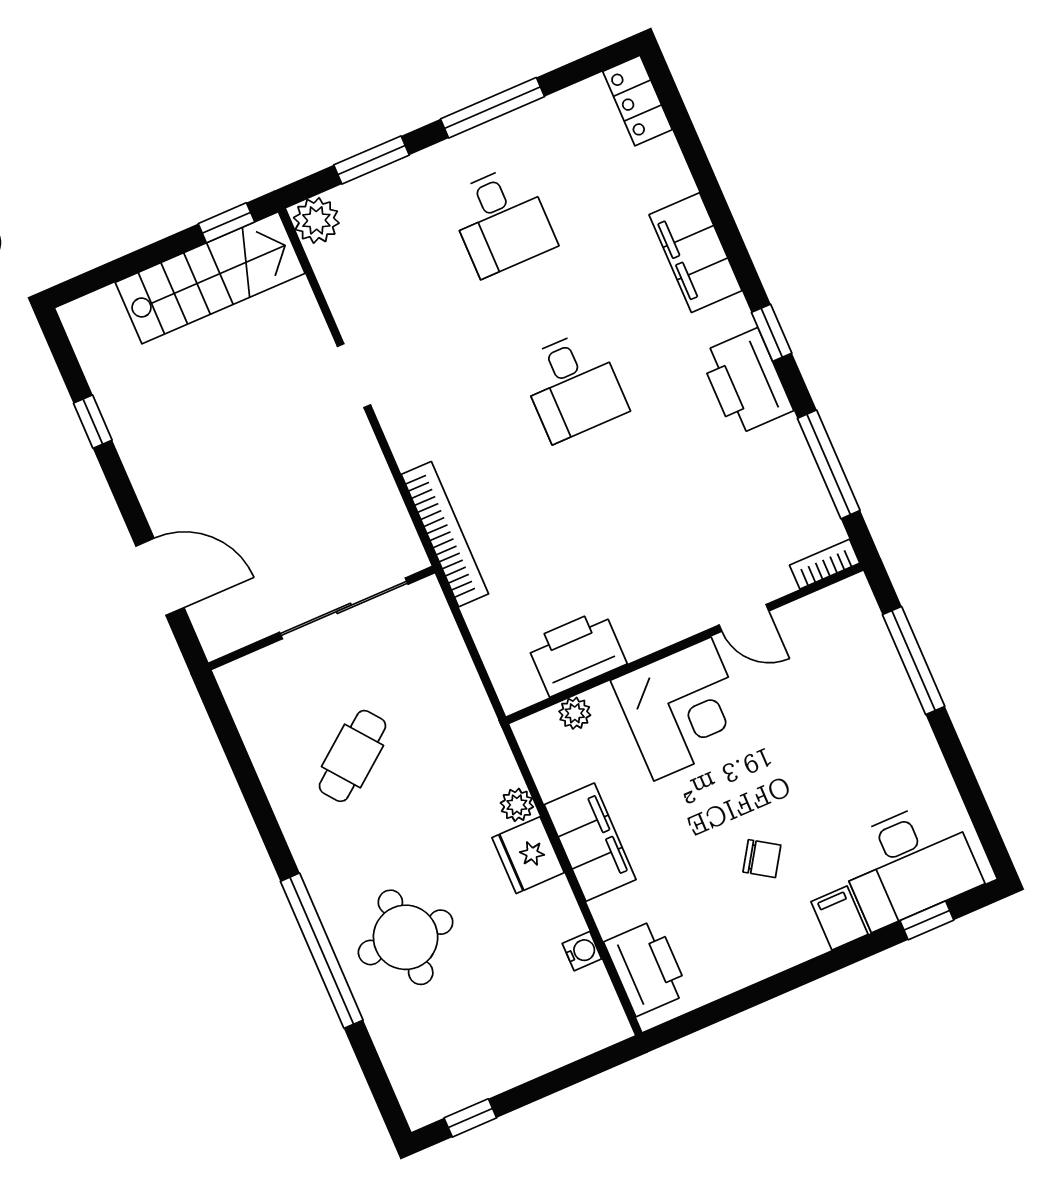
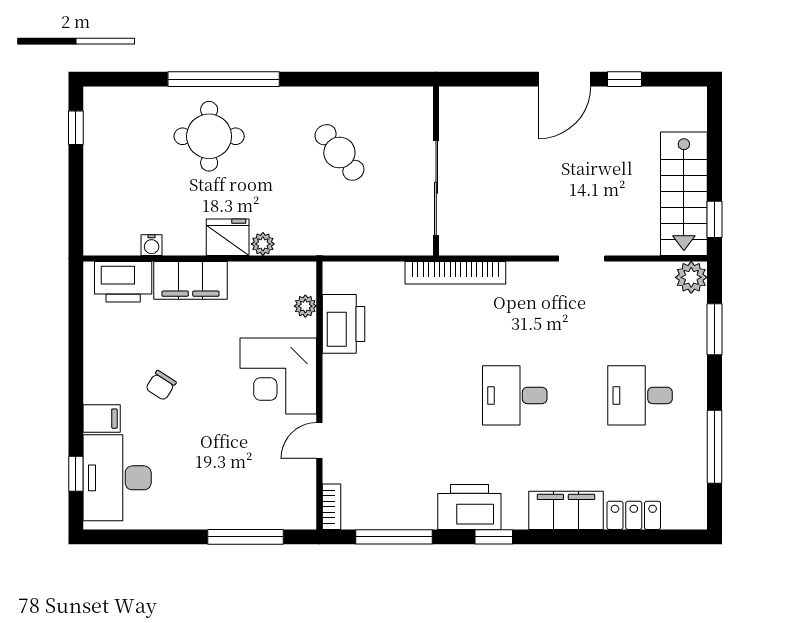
locker: (637, 101) -> (634, 515), moved
window: (493, 108) -> (715, 447), moved
door: (160, 577) -> (564, 79), moved
filing cabinet: (590, 842) -> (191, 280), moved

